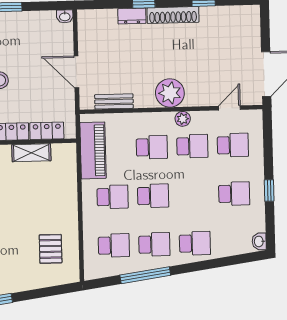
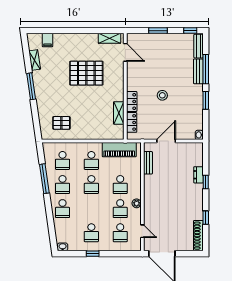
shoe rack: (173, 15) -> (198, 236), moved
plant: (170, 93) -> (152, 196), removed

